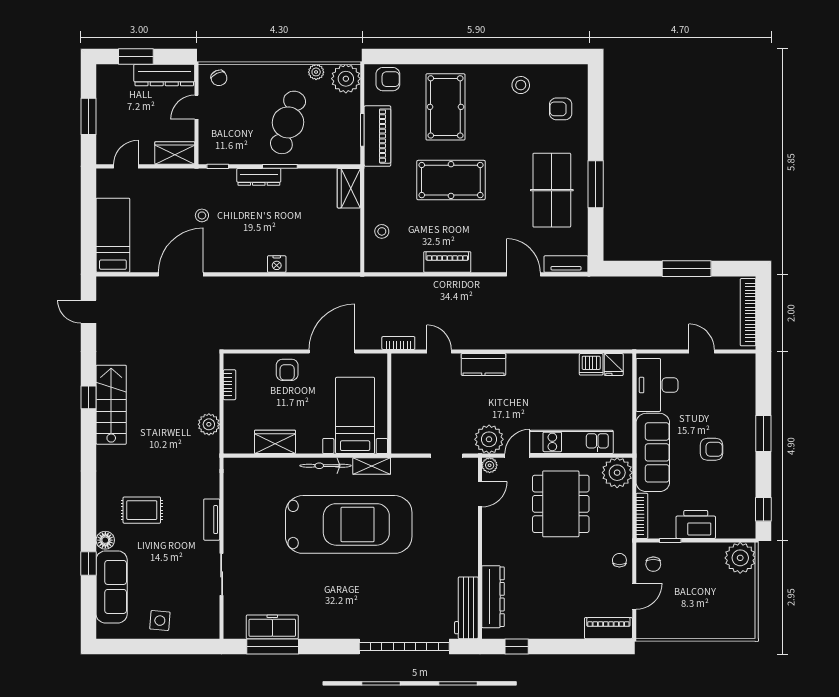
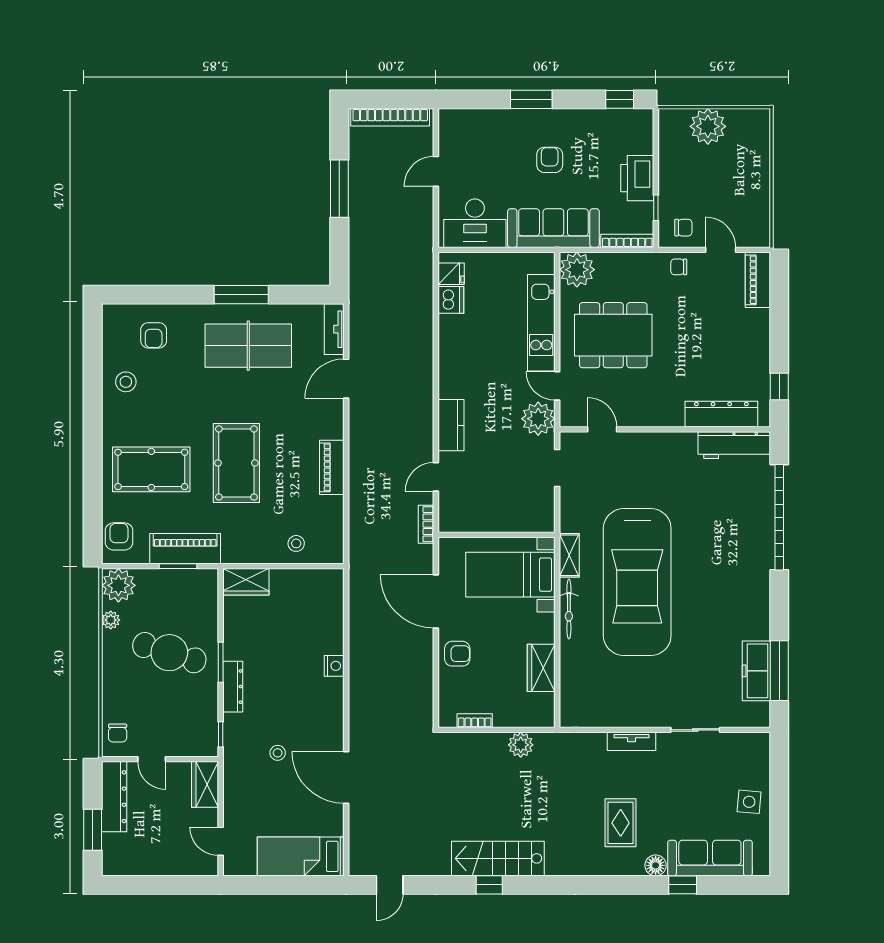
chair: (219, 78) -> (118, 733), turned 115
window: (89, 116) -> (162, 885), removed
plant: (490, 465) -> (568, 418), removed
car: (349, 524) -> (637, 582), turned 180
plant: (740, 558) -> (708, 126), moved

